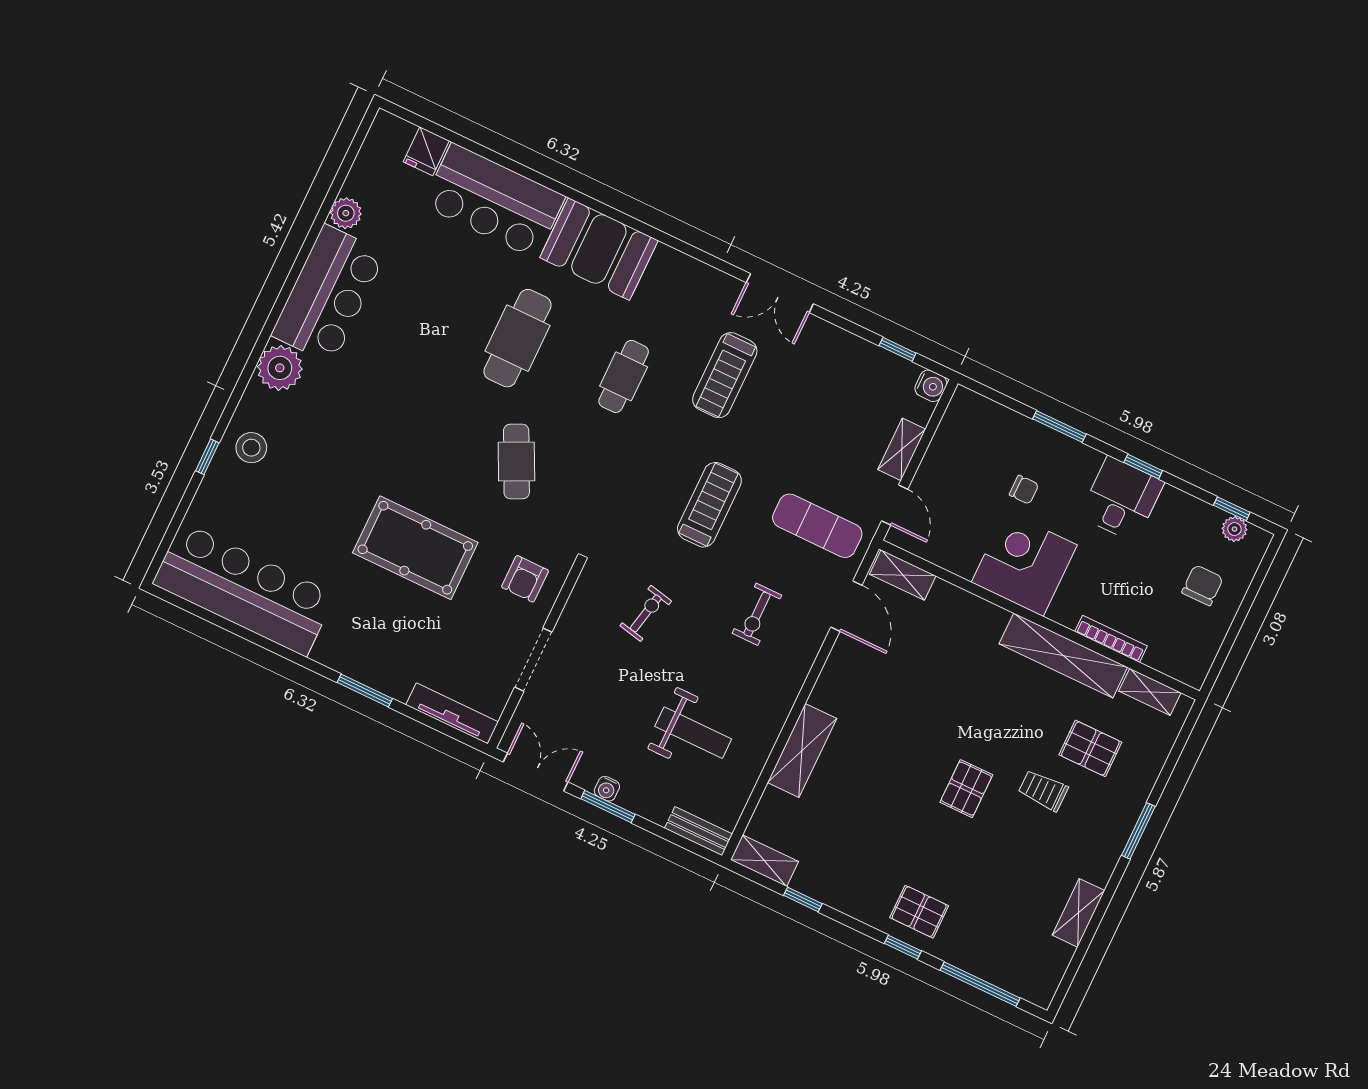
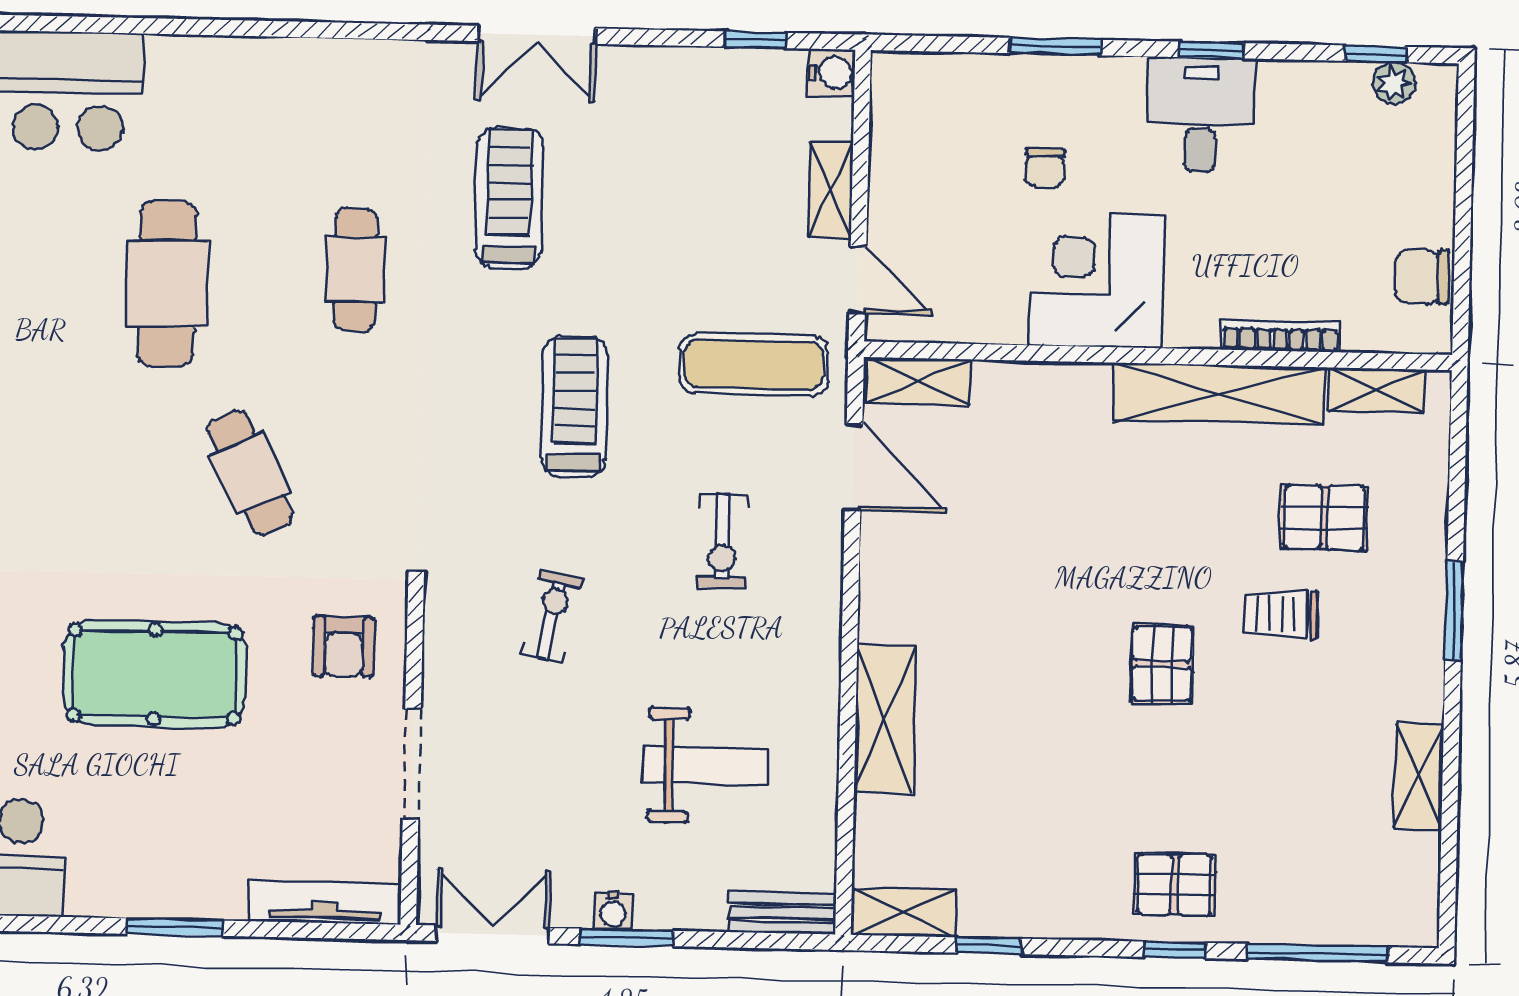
booth: (599, 249) -> (230, 92), removed
treadmill: (725, 375) -> (509, 198), turned 180
chair: (1024, 490) -> (1045, 168), turned 90
chair: (1202, 585) -> (1422, 277), moved, turned -90

